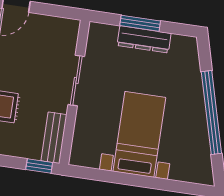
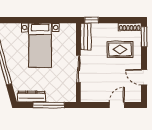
window: (140, 23) -> (49, 105), width x1.44
dresser: (144, 39) -> (31, 97), moved

